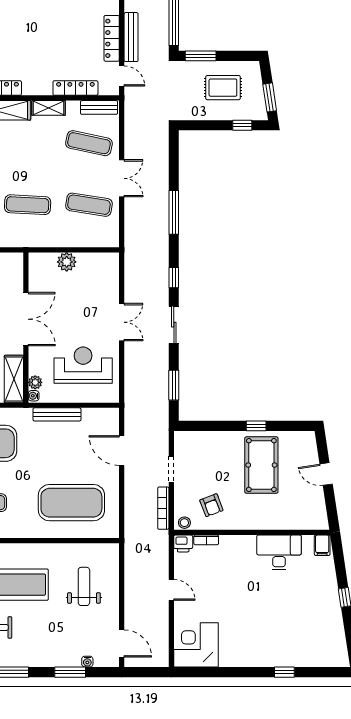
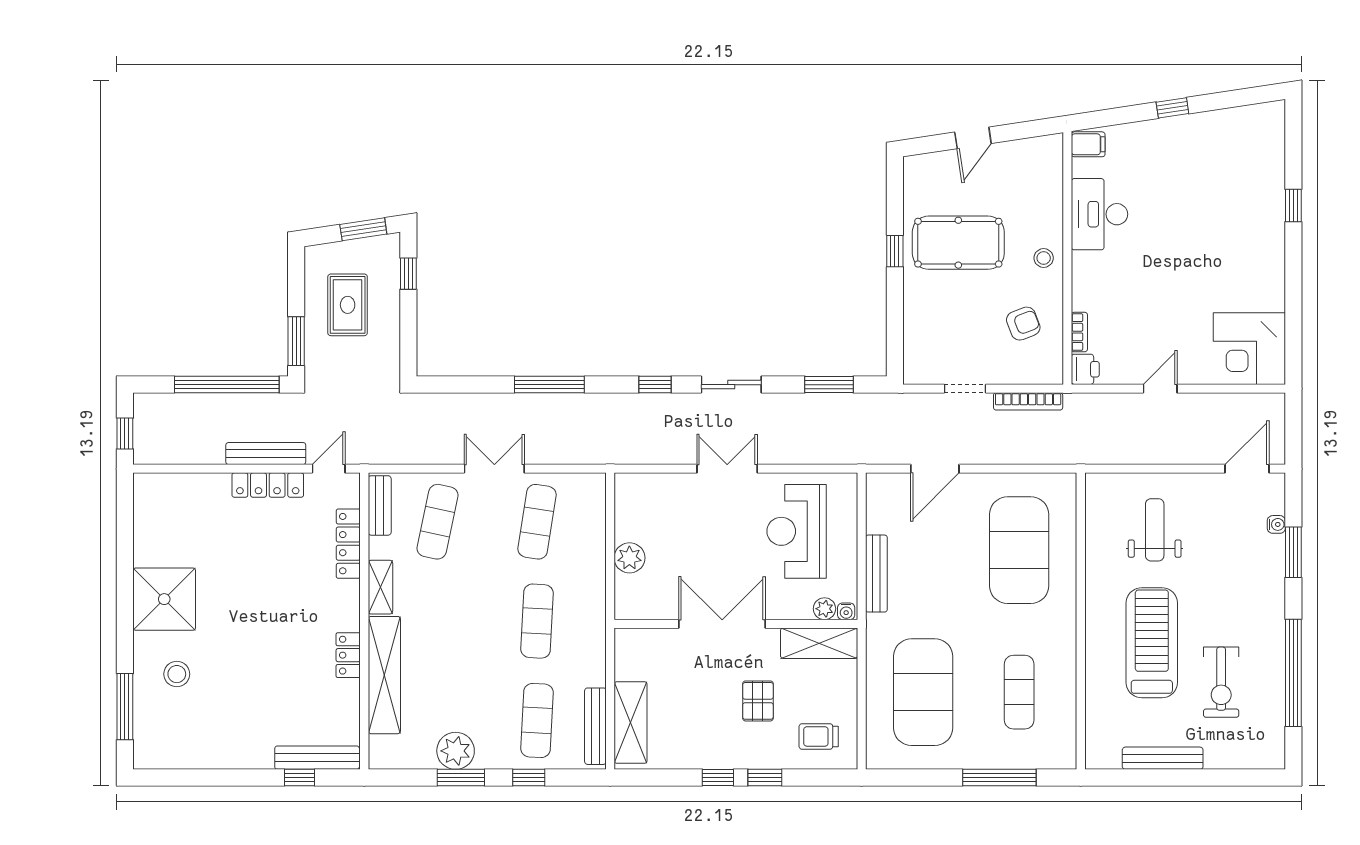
stool: (184, 523) -> (1044, 258), moved
weight bench: (84, 586) -> (1155, 530), turned 90

